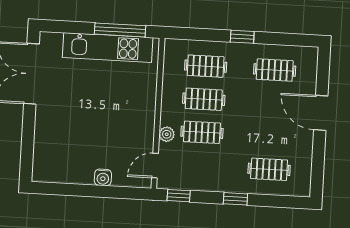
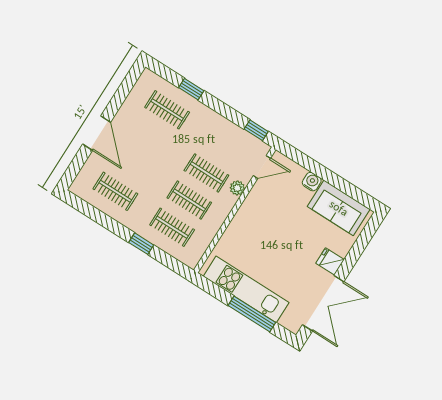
window: (120, 30) -> (252, 314), moved
window: (242, 37) -> (141, 244), moved
fridge: (46, 115) -> (330, 261), added
sofa: (65, 167) -> (339, 208), added
window: (235, 199) -> (191, 89), moved

